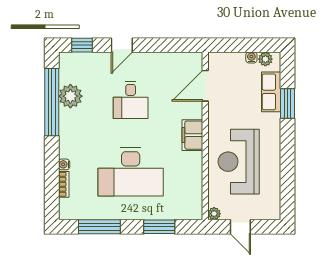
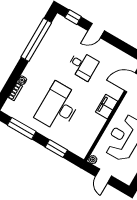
plant: (70, 96) -> (49, 43), removed
desk: (131, 100) -> (83, 65), turned -90
desk: (131, 172) -> (58, 107), turned 90

